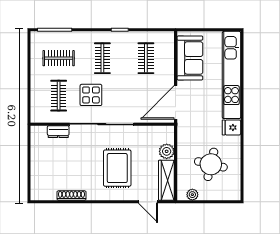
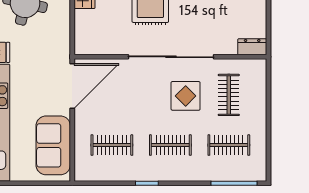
clothes rail: (102, 58) -> (170, 145), turned 90
clothes rail: (146, 58) -> (112, 145), turned 90
dresser: (58, 132) -> (252, 47), moved
plant: (167, 151) -> (84, 20), removed

